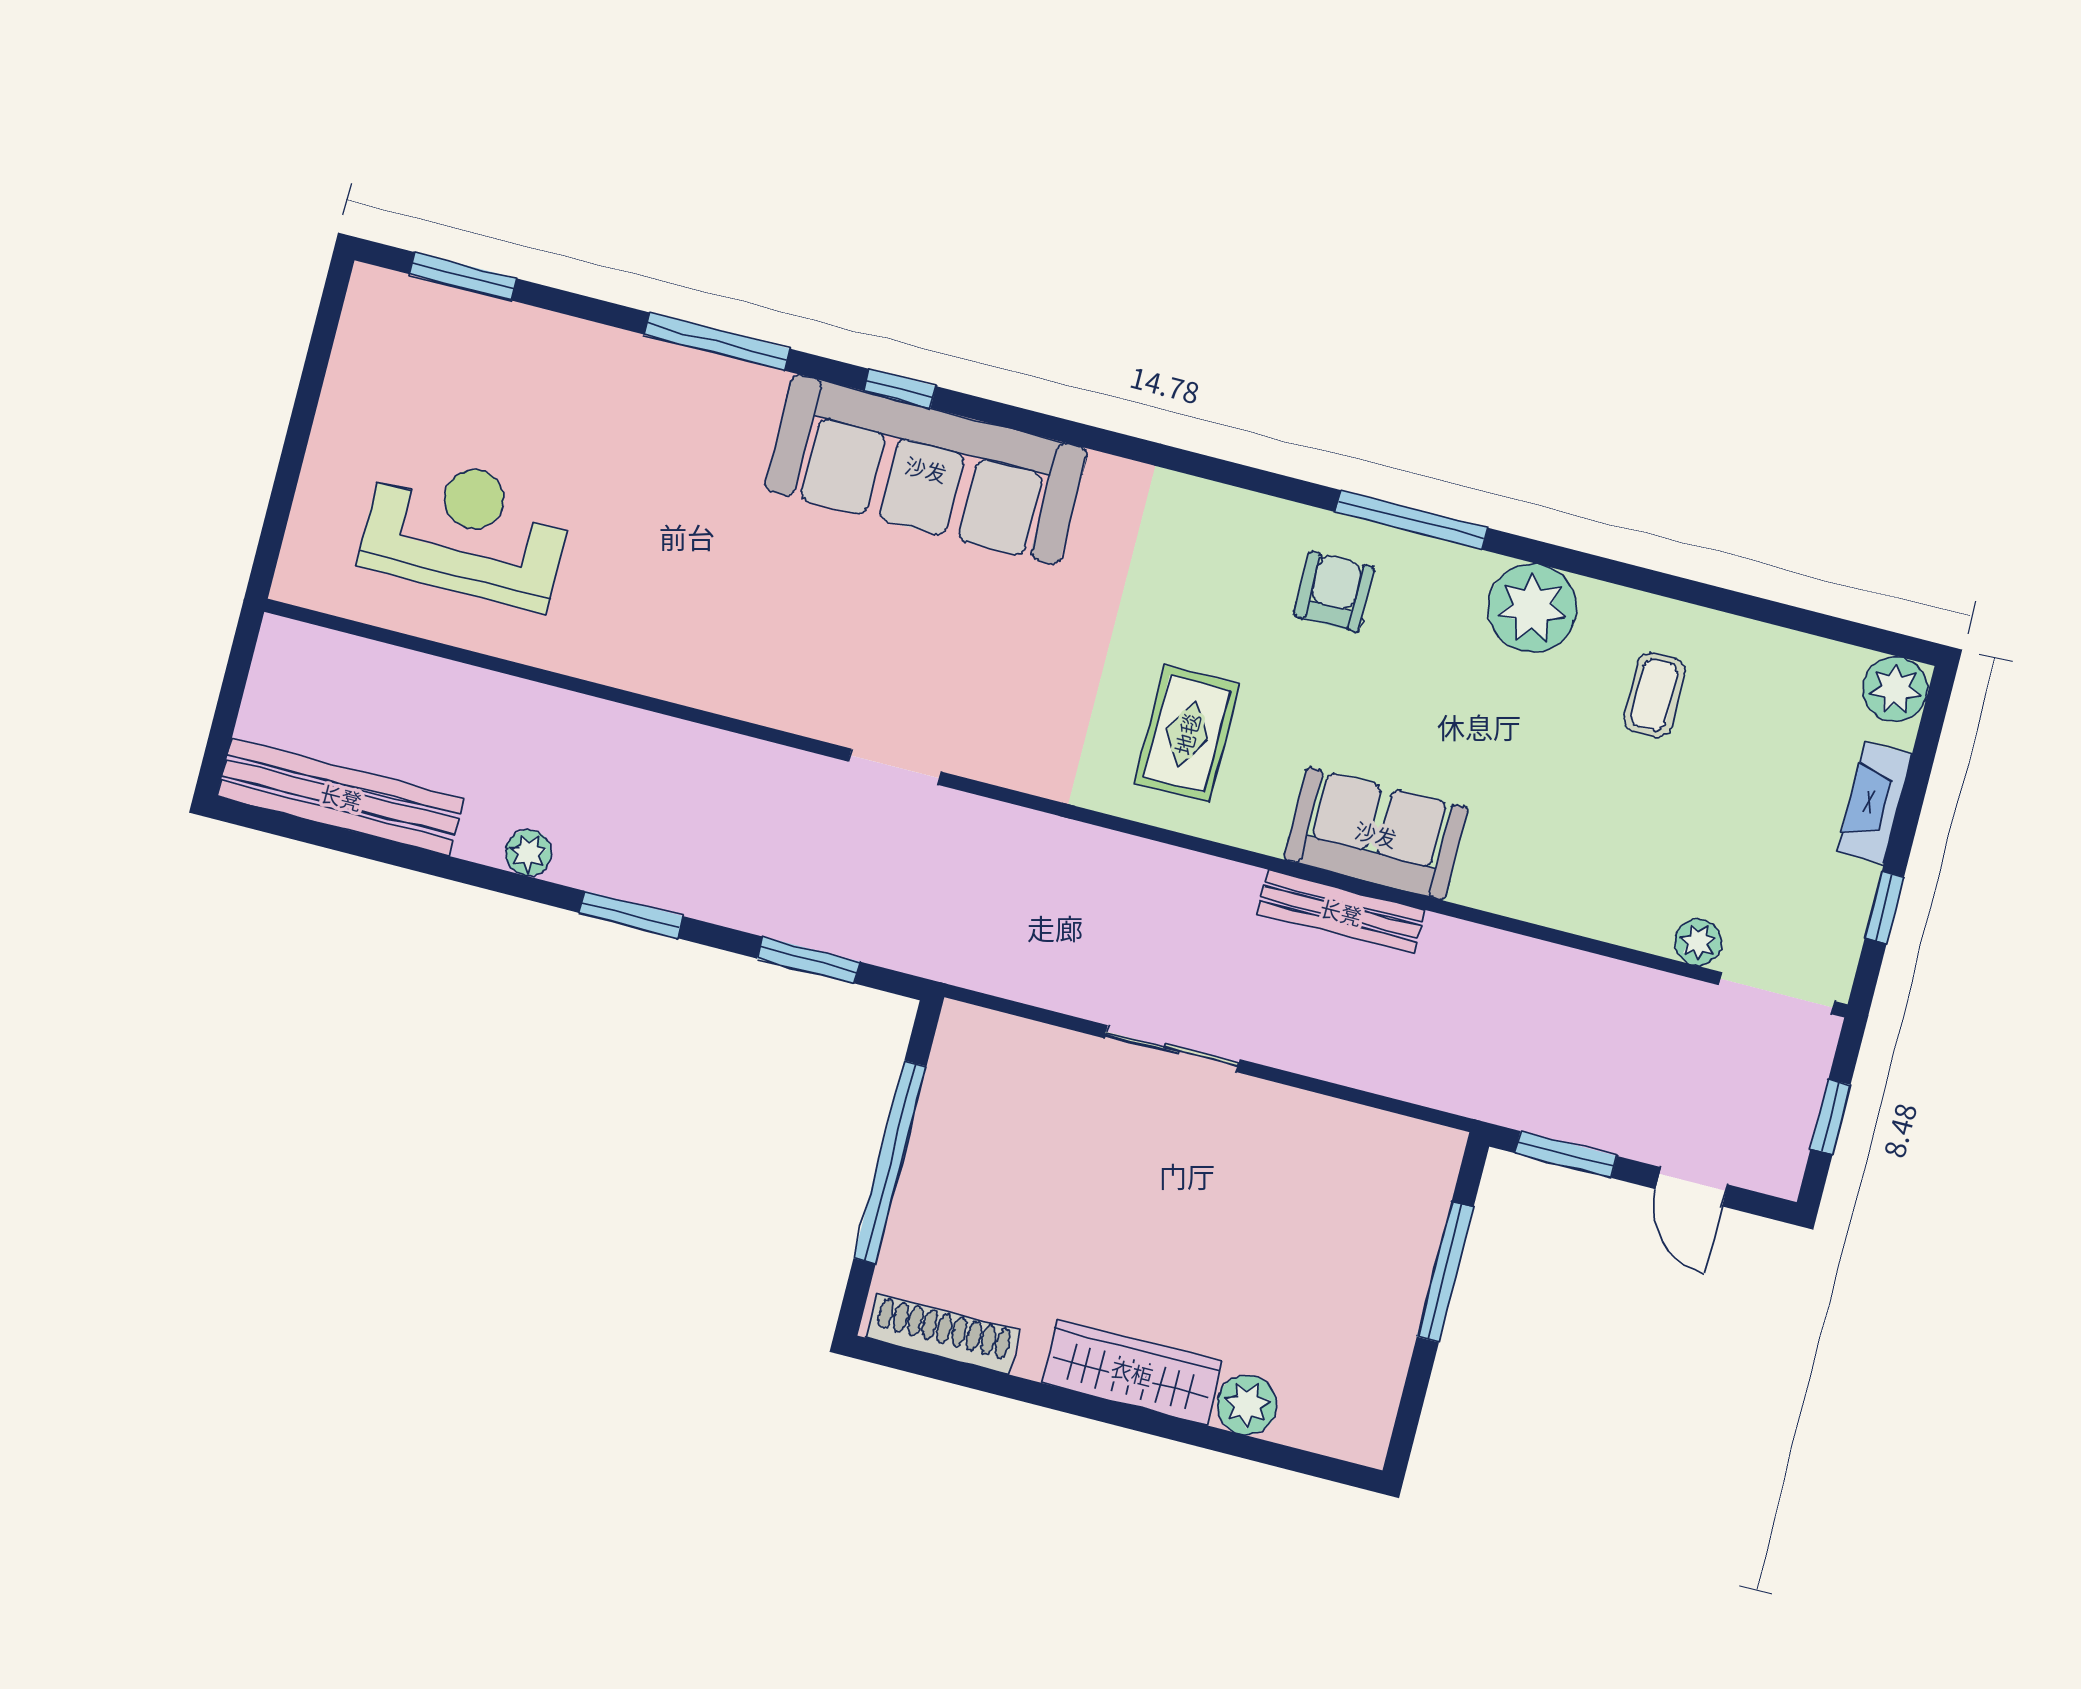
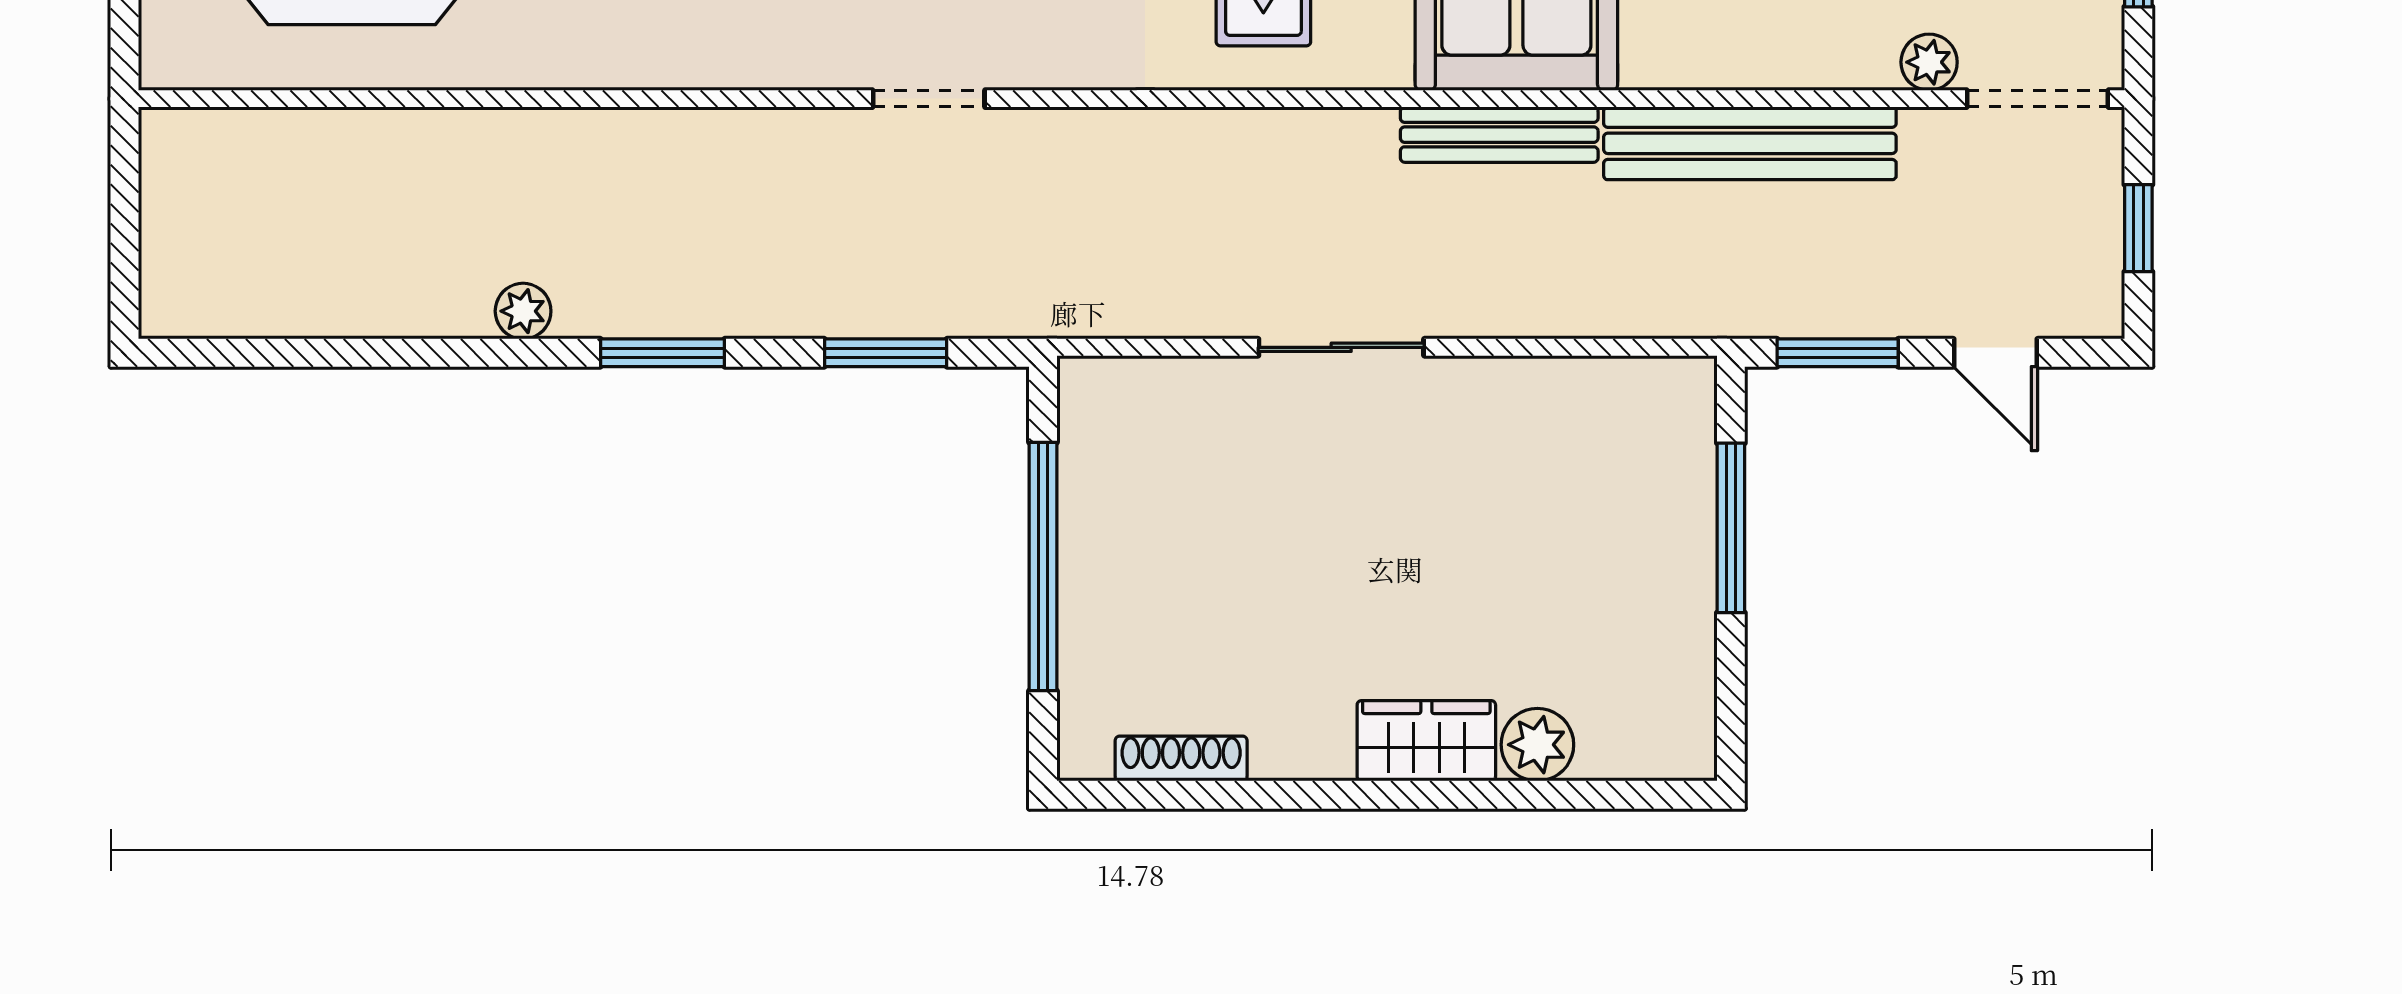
bench: (341, 797) -> (1750, 143), moved
shoe rack: (943, 1334) -> (1181, 759), width x0.74, depth x0.81
wardrobe: (1132, 1372) -> (1426, 741), width x0.67

